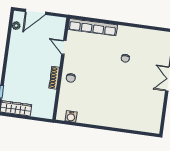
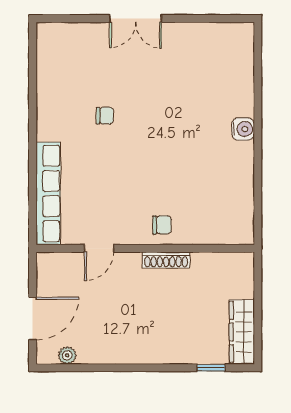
door: (35, 12) -> (33, 318), hinge flipped
water cooler: (71, 116) -> (243, 129), moved

